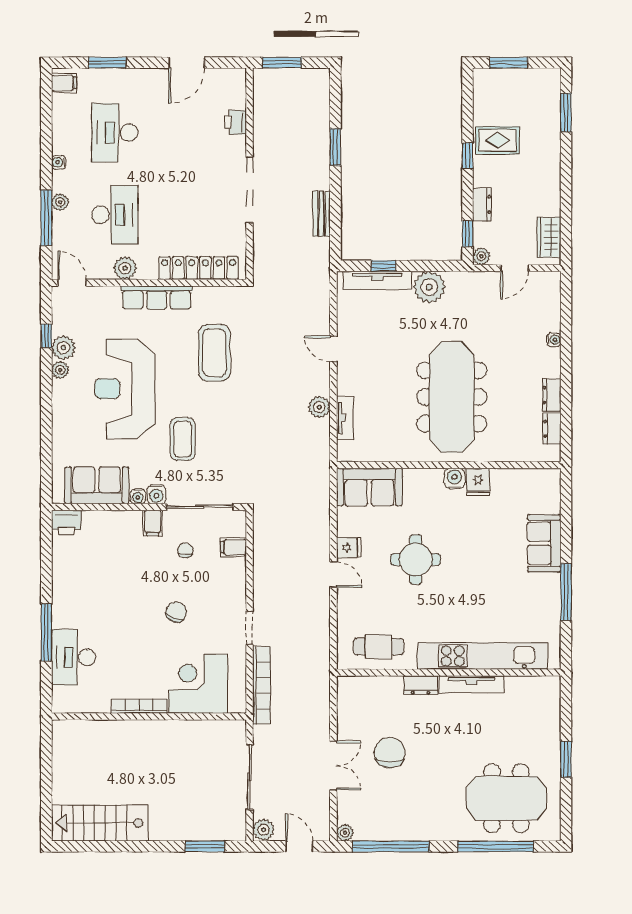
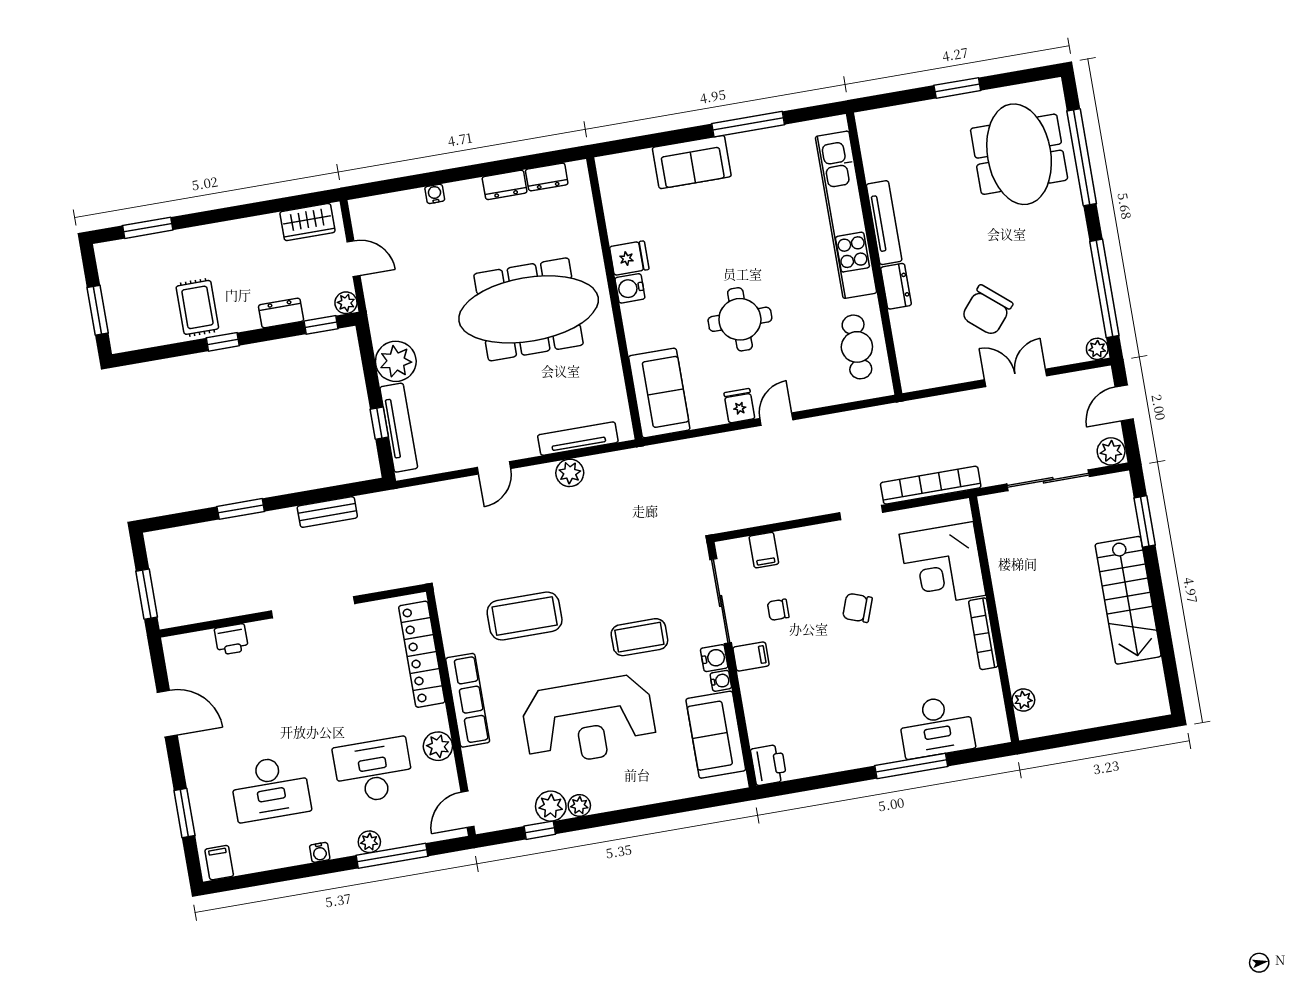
tv unit: (345, 418) -> (578, 439), width x1.41
plant: (82, 728) -> (1023, 700), added
chair: (390, 753) -> (987, 310), turned -50
stairs: (100, 823) -> (1128, 600), moved

